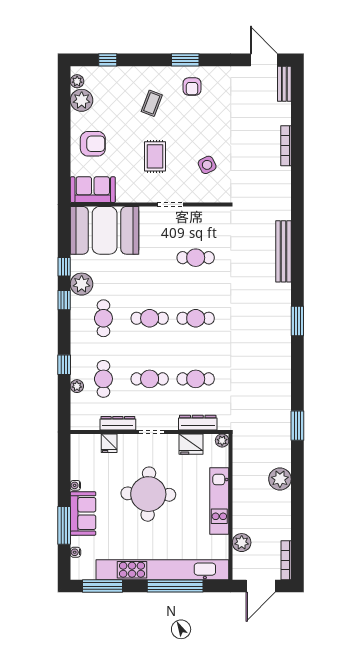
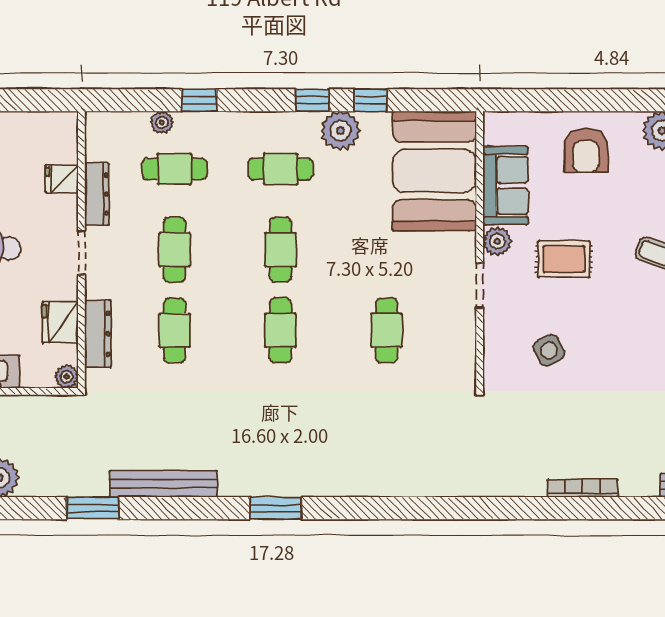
sofa: (93, 190) -> (506, 186), moved
plant: (145, 194) -> (497, 241), added
bench: (283, 251) -> (163, 484), moved

